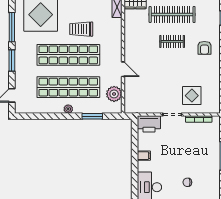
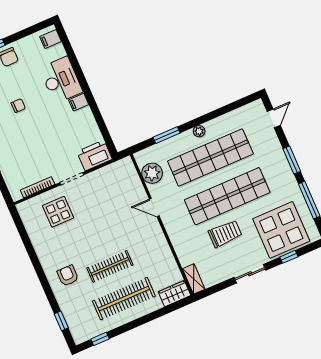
clothes rail: (172, 41) -> (110, 266), width x1.36
filing cabinet: (144, 156) -> (79, 102), moved

